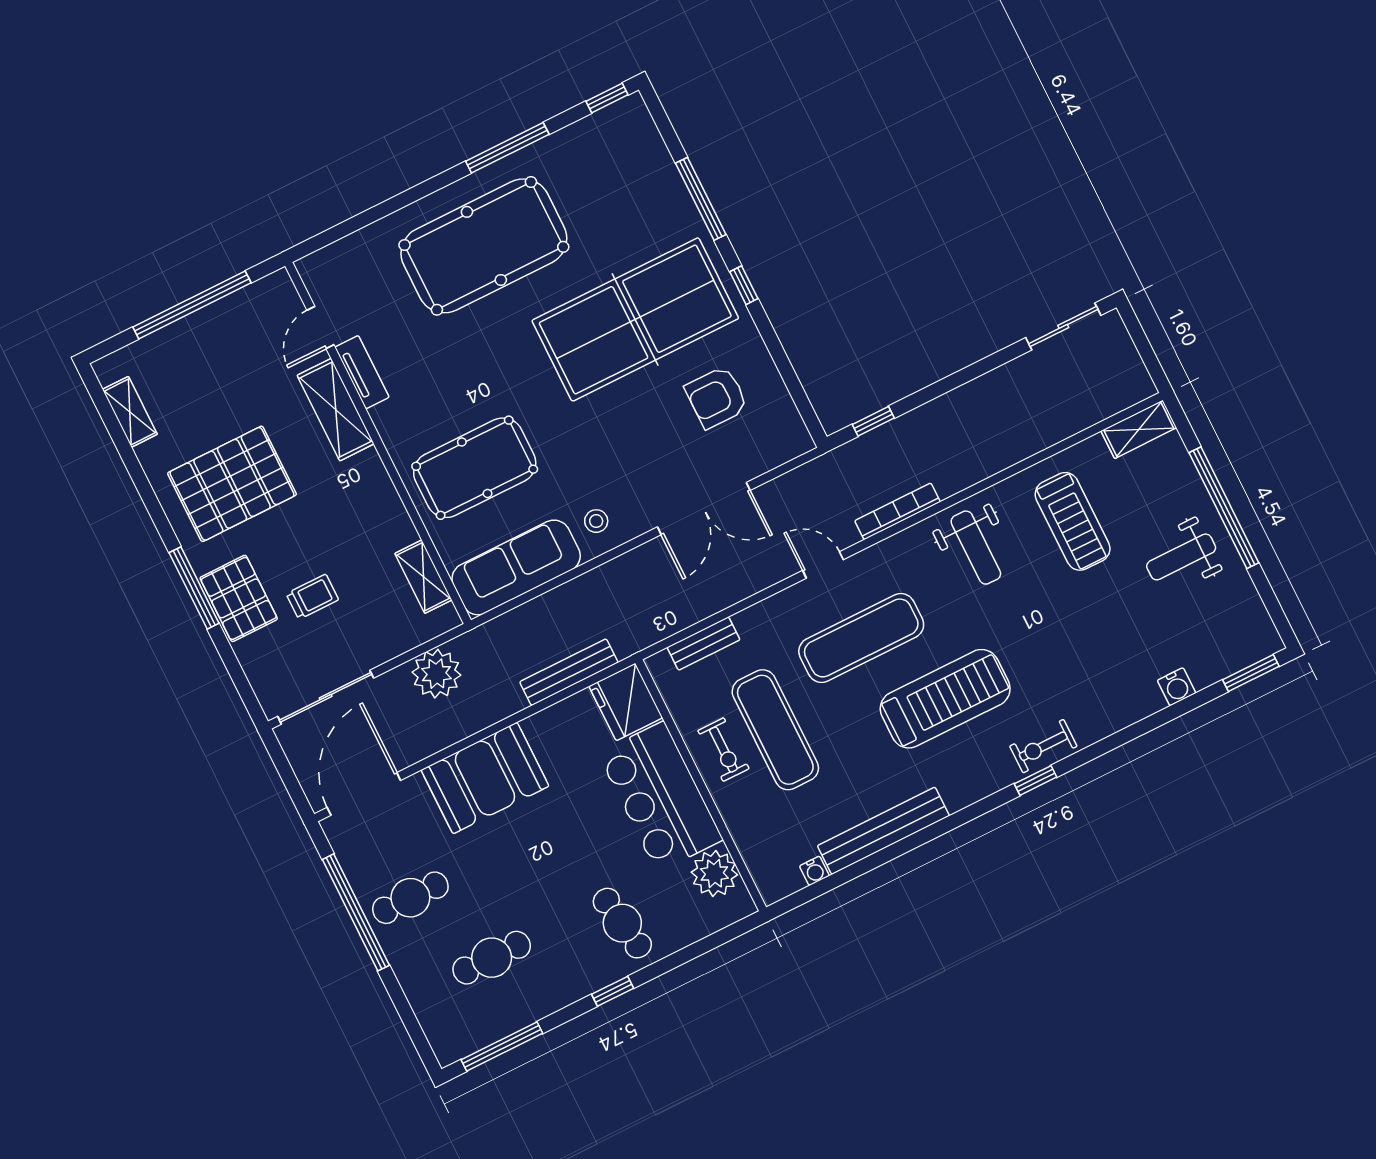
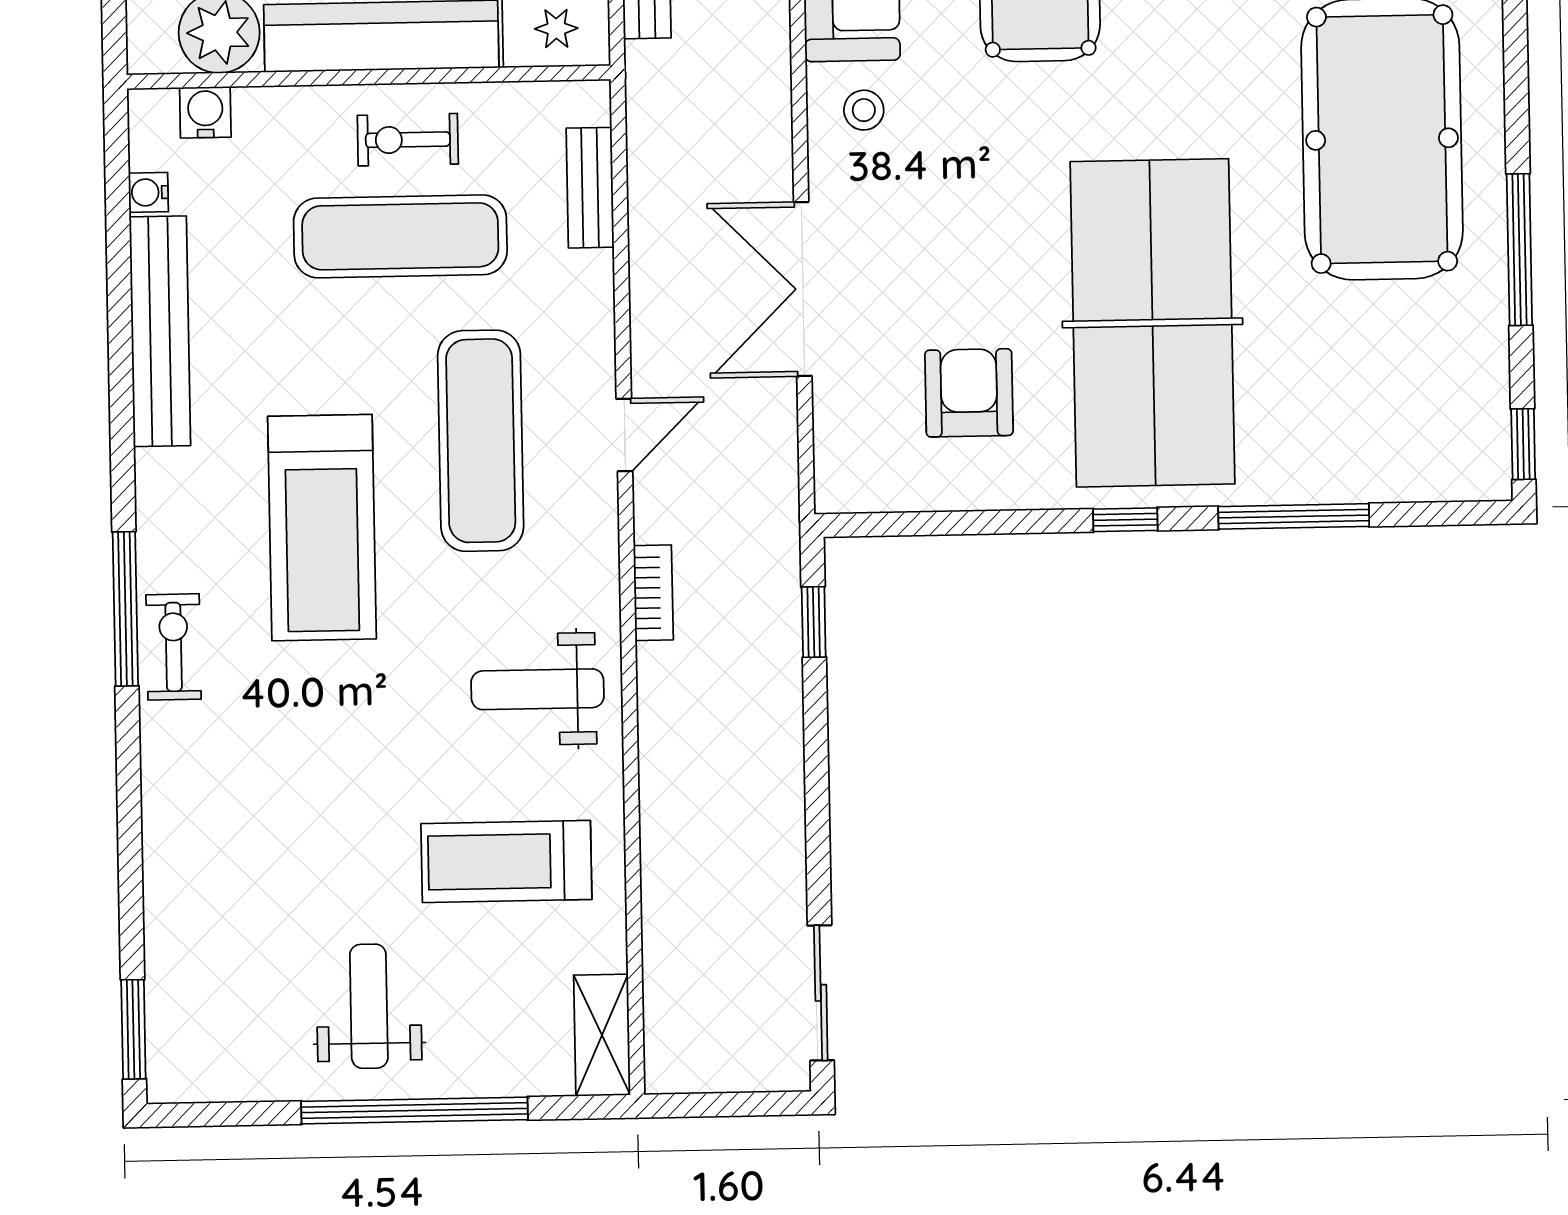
bookcase: (897, 511) -> (653, 593), width x0.64
water cooler: (1177, 687) -> (205, 112), moved, turned 90
window: (1035, 780) -> (125, 609), width x2.17

